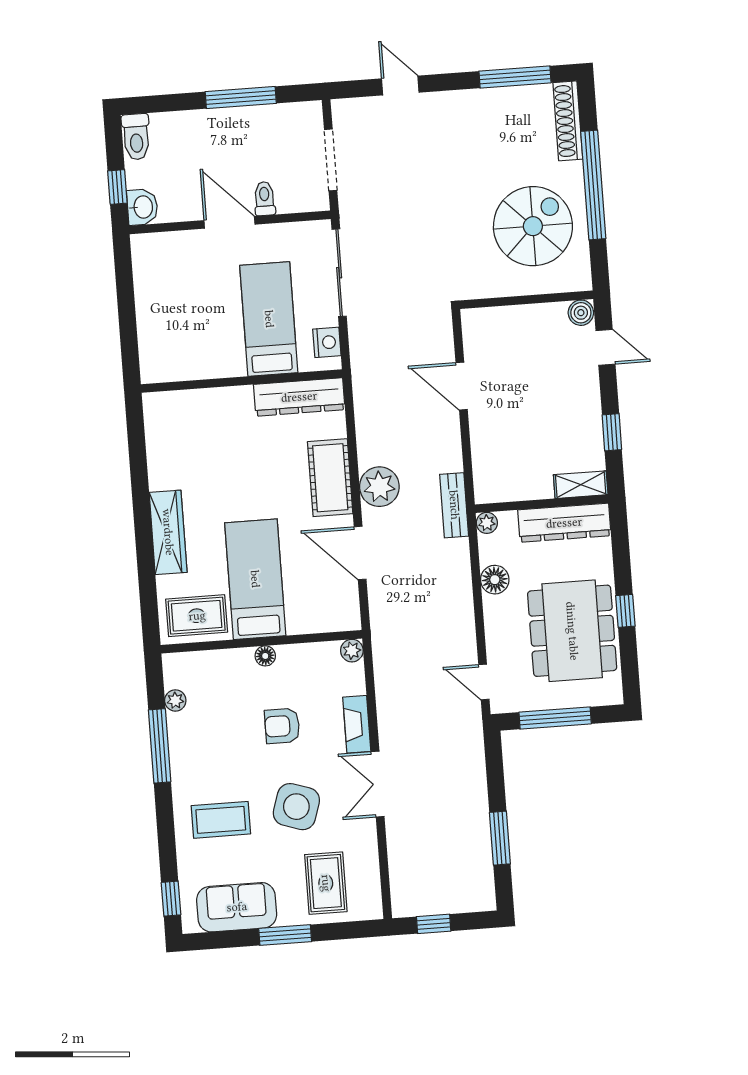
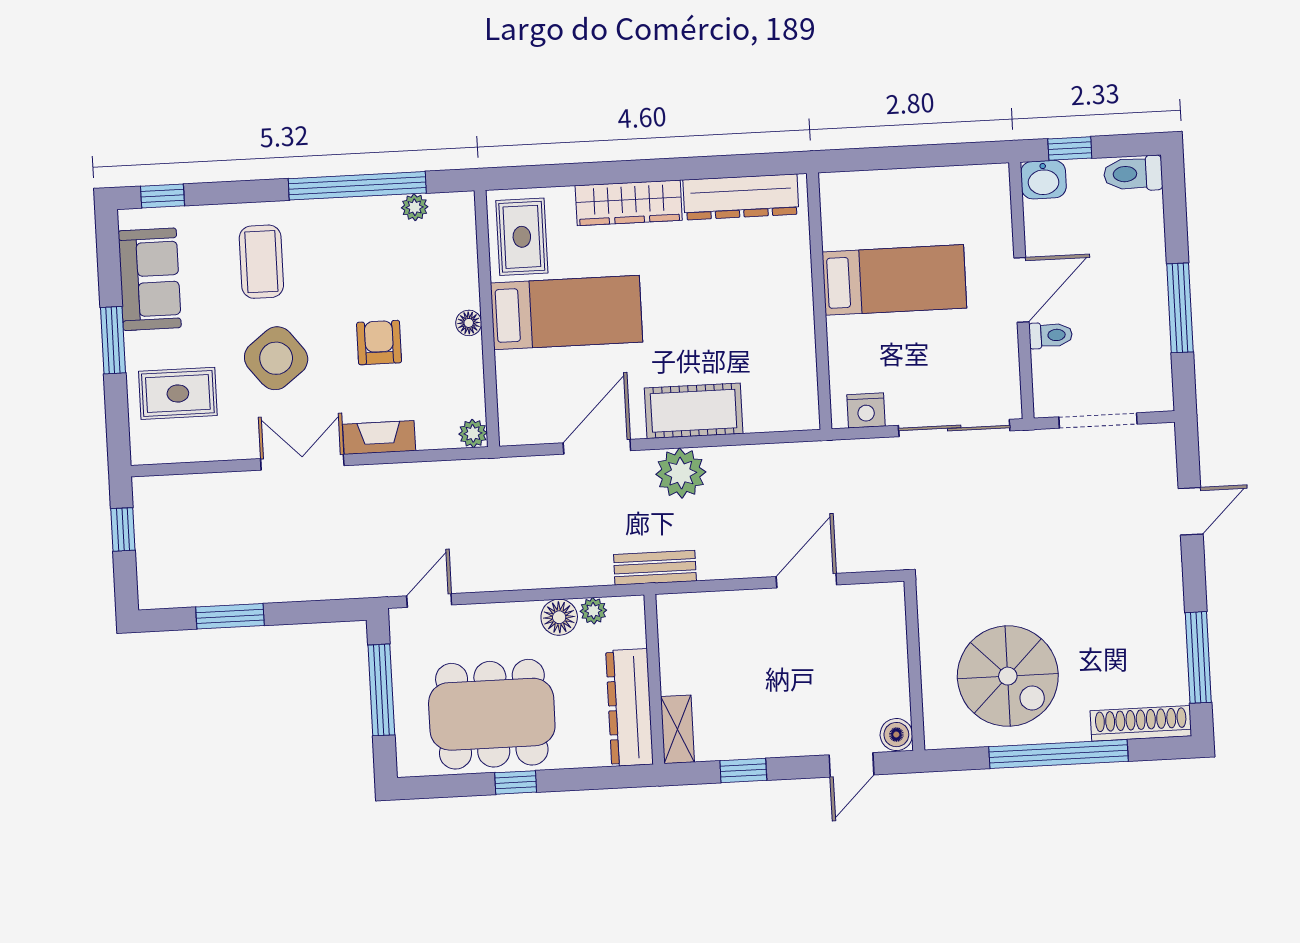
bed: (269, 319) -> (894, 280), moved
dresser: (299, 397) -> (741, 197), moved, turned -90
plant: (487, 523) -> (593, 611), moved
window: (160, 746) -> (357, 186), width x1.46
side table: (296, 807) -> (276, 358), turned 34

